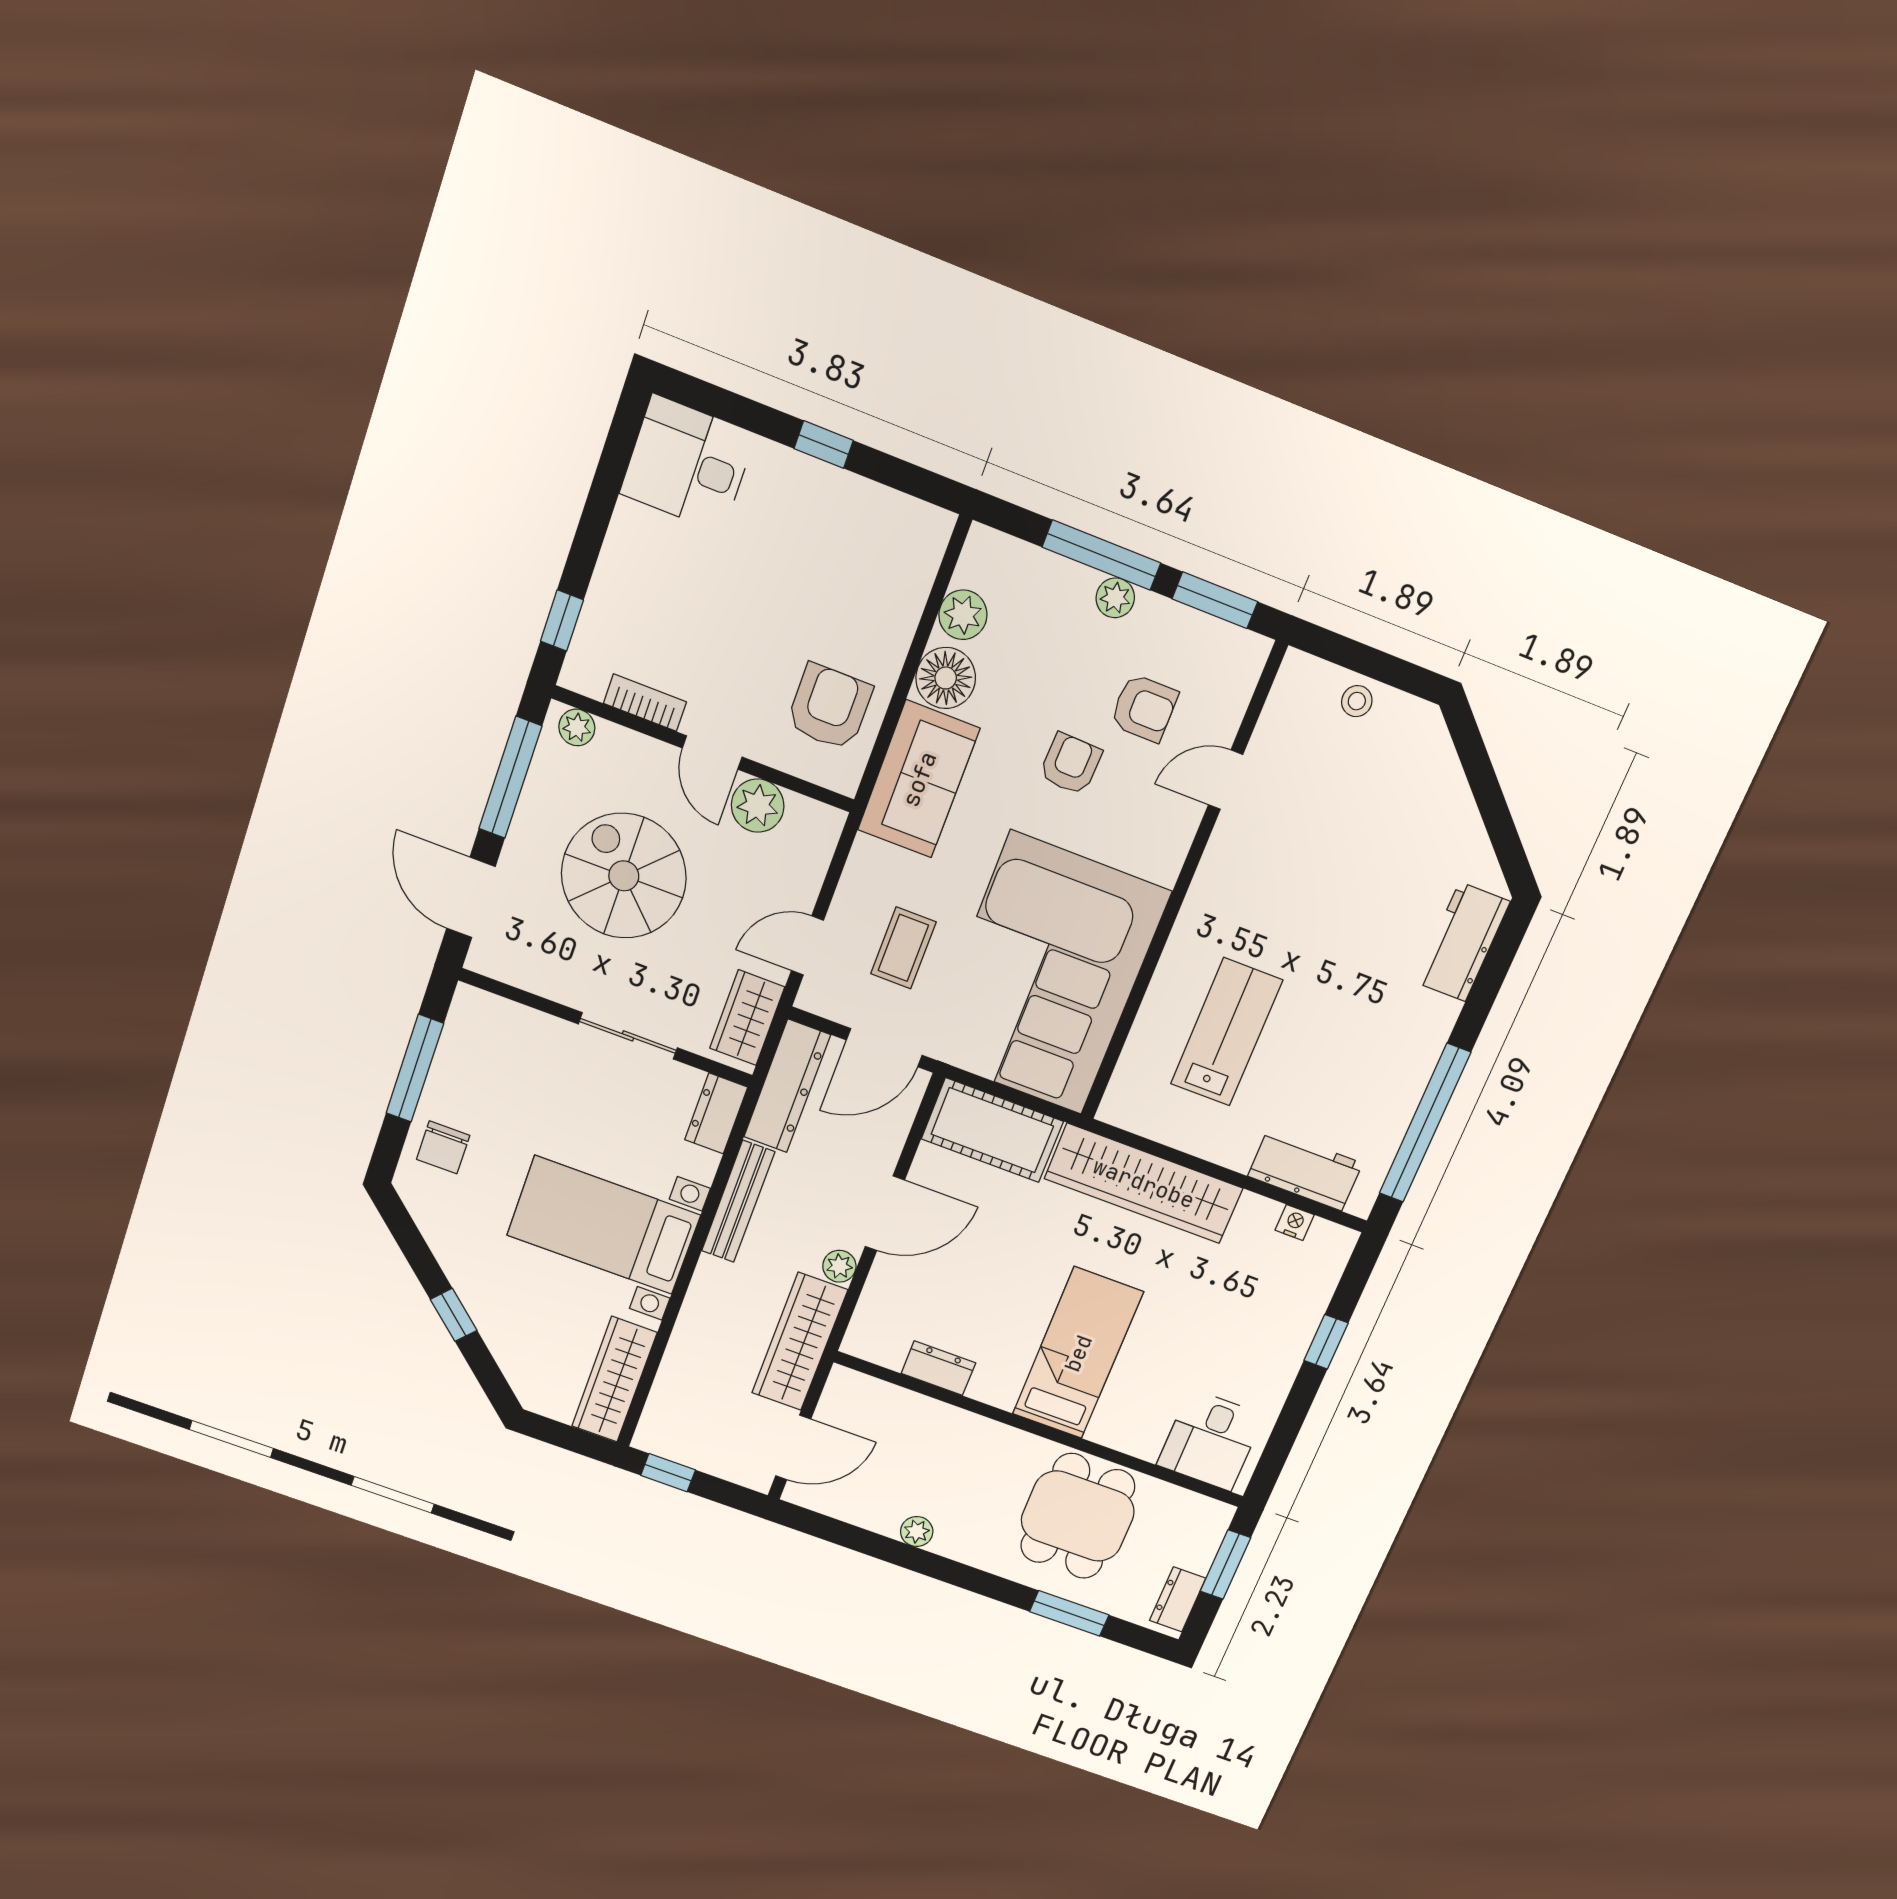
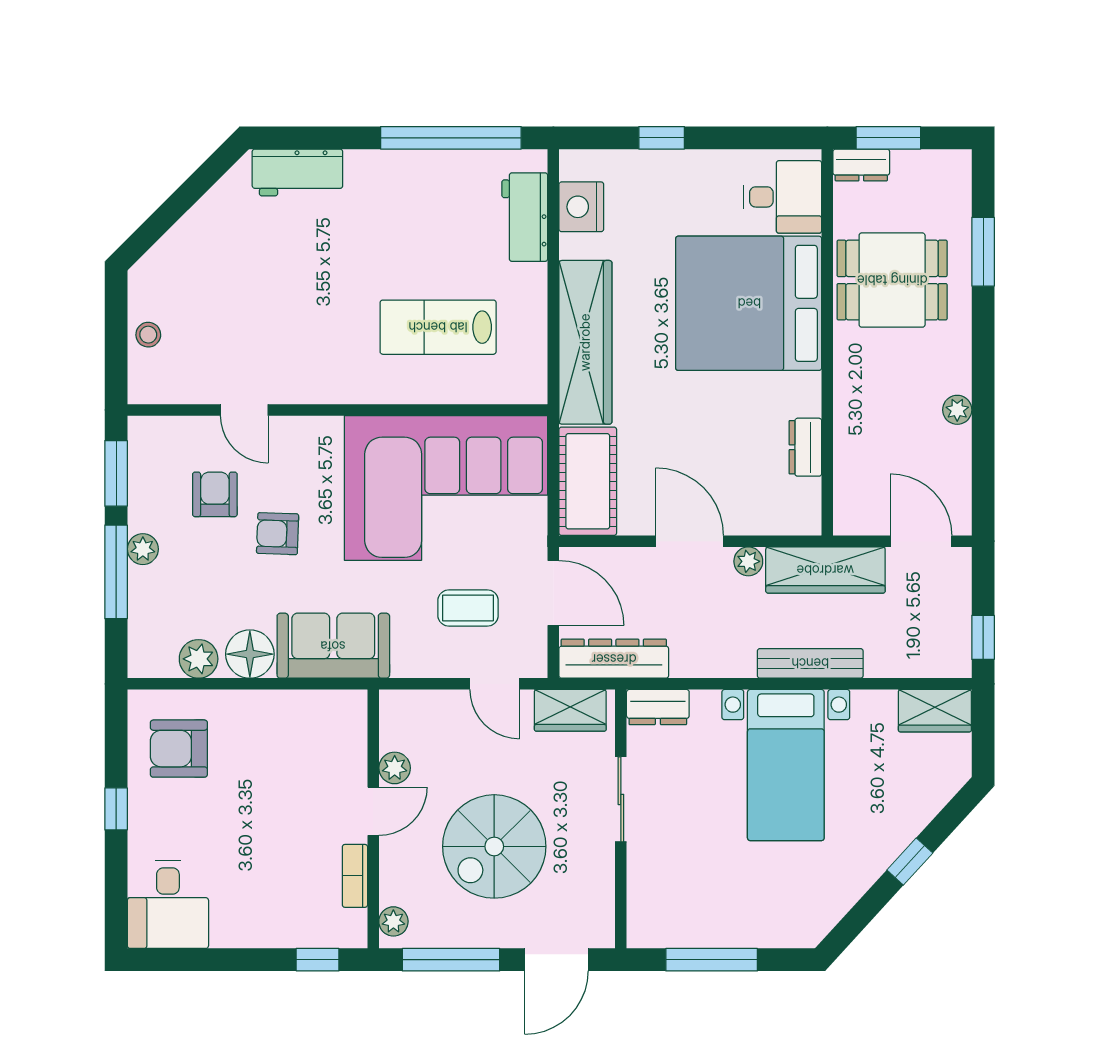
armchair: (829, 707) -> (179, 749), moved
plant: (758, 806) -> (395, 768), width x0.73, depth x0.73
chair: (443, 1147) -> (769, 916), removed
bench: (738, 1201) -> (810, 663), moved
nightstand: (1295, 1222) -> (581, 207), width x1.89, depth x1.79
bed: (1078, 1353) -> (749, 303), width x2.04
wardrobe: (614, 1379) -> (935, 711), width x0.67
dresser: (1178, 1599) -> (861, 165), moved

